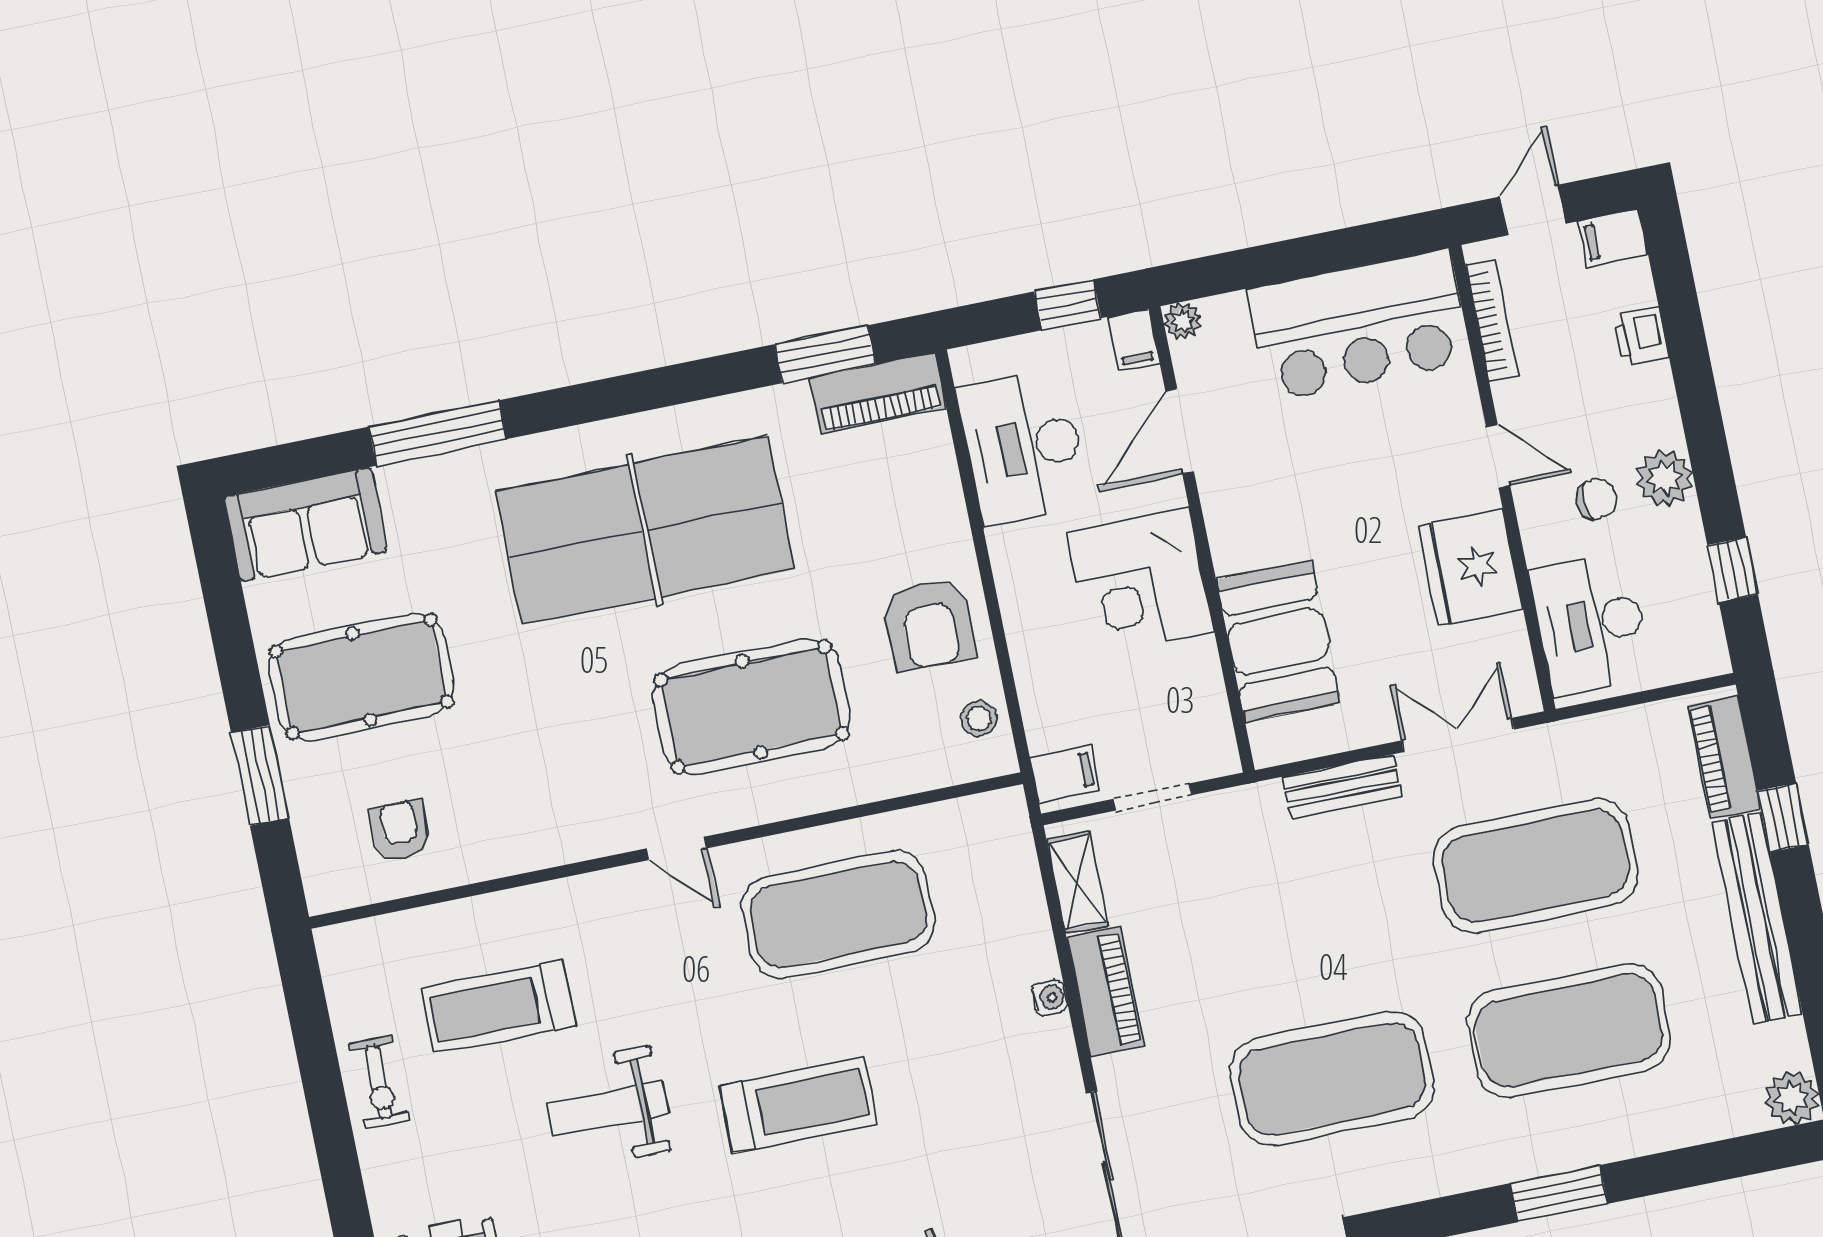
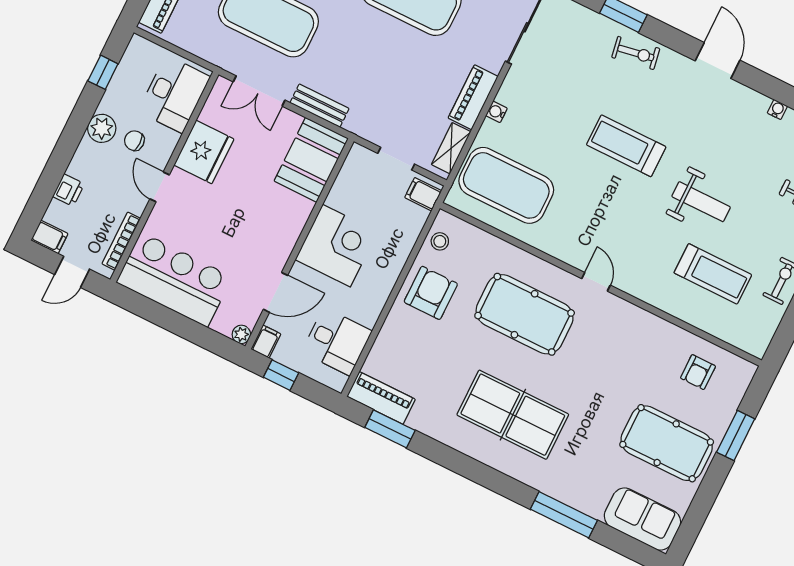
desk: (1023, 447) -> (337, 341), width x0.73
table tennis table: (645, 531) -> (513, 415), width x0.73, depth x0.76
booth: (1278, 642) -> (311, 160), moved
exercise mat: (838, 915) -> (506, 185), moved

